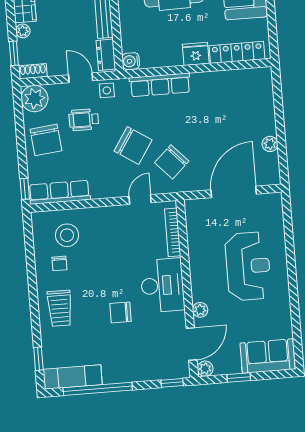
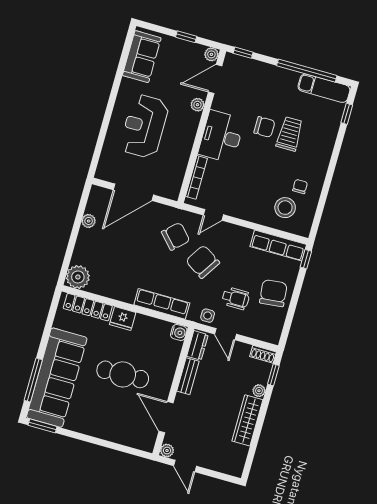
plant: (35, 99) -> (78, 277), moved
trolley: (60, 308) -> (290, 134), moved
sofa: (268, 356) -> (142, 57), moved, turned -90

